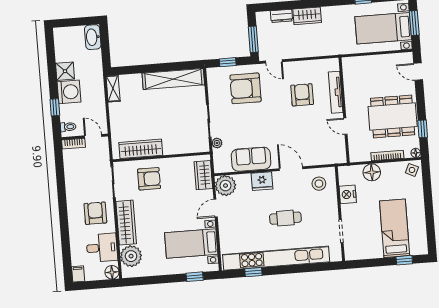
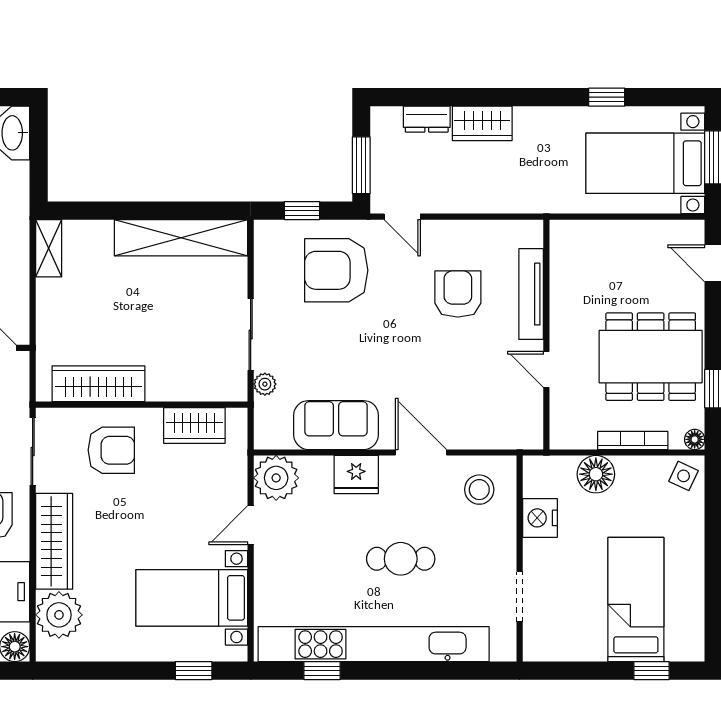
wardrobe: (203, 175) -> (194, 426), moved, turned -90

